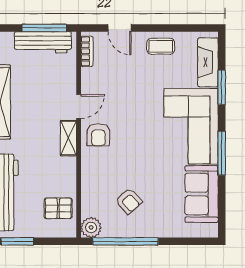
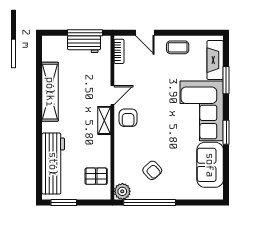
workbench: (43, 42) -> (84, 44), width x0.73
window: (222, 153) -> (226, 132), width x0.69

